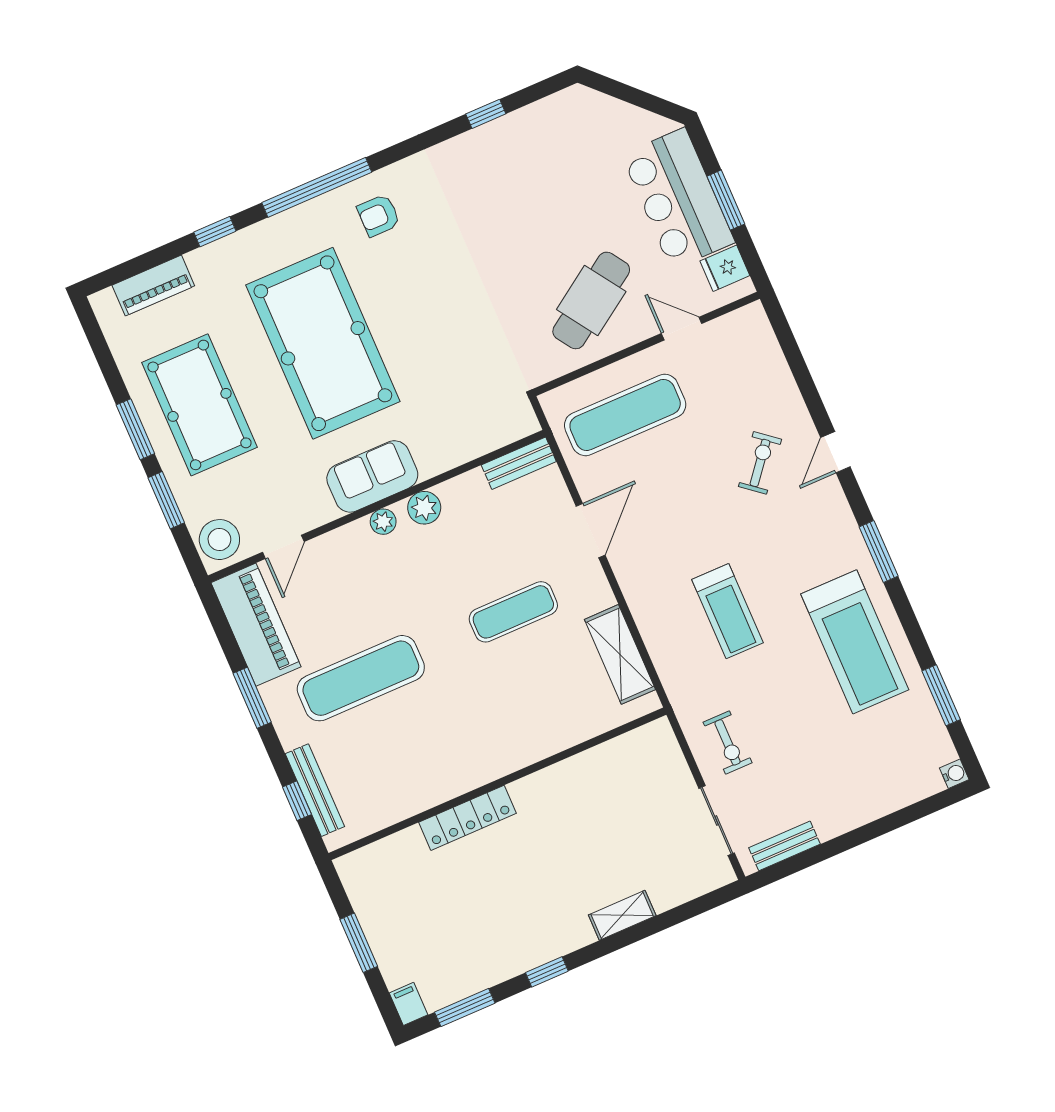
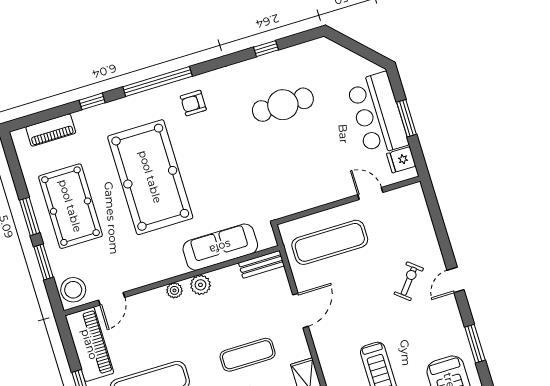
cafe table: (591, 300) -> (283, 105), moved, turned 34
sofa: (372, 476) -> (220, 247), moved, width x1.36

